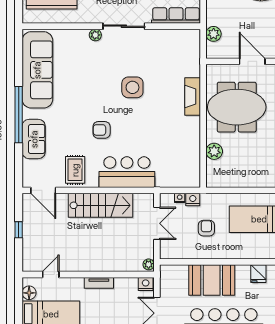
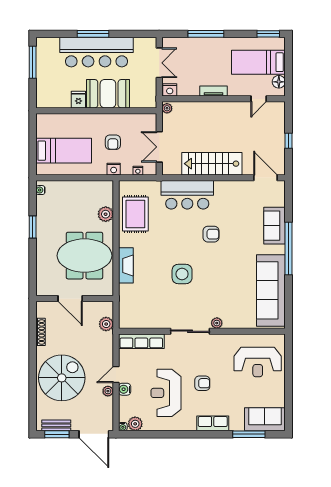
rug: (75, 170) -> (135, 214), moved, width x1.36, depth x1.43
nightstand: (193, 200) -> (114, 169), moved
fridge: (258, 274) -> (78, 100), moved

